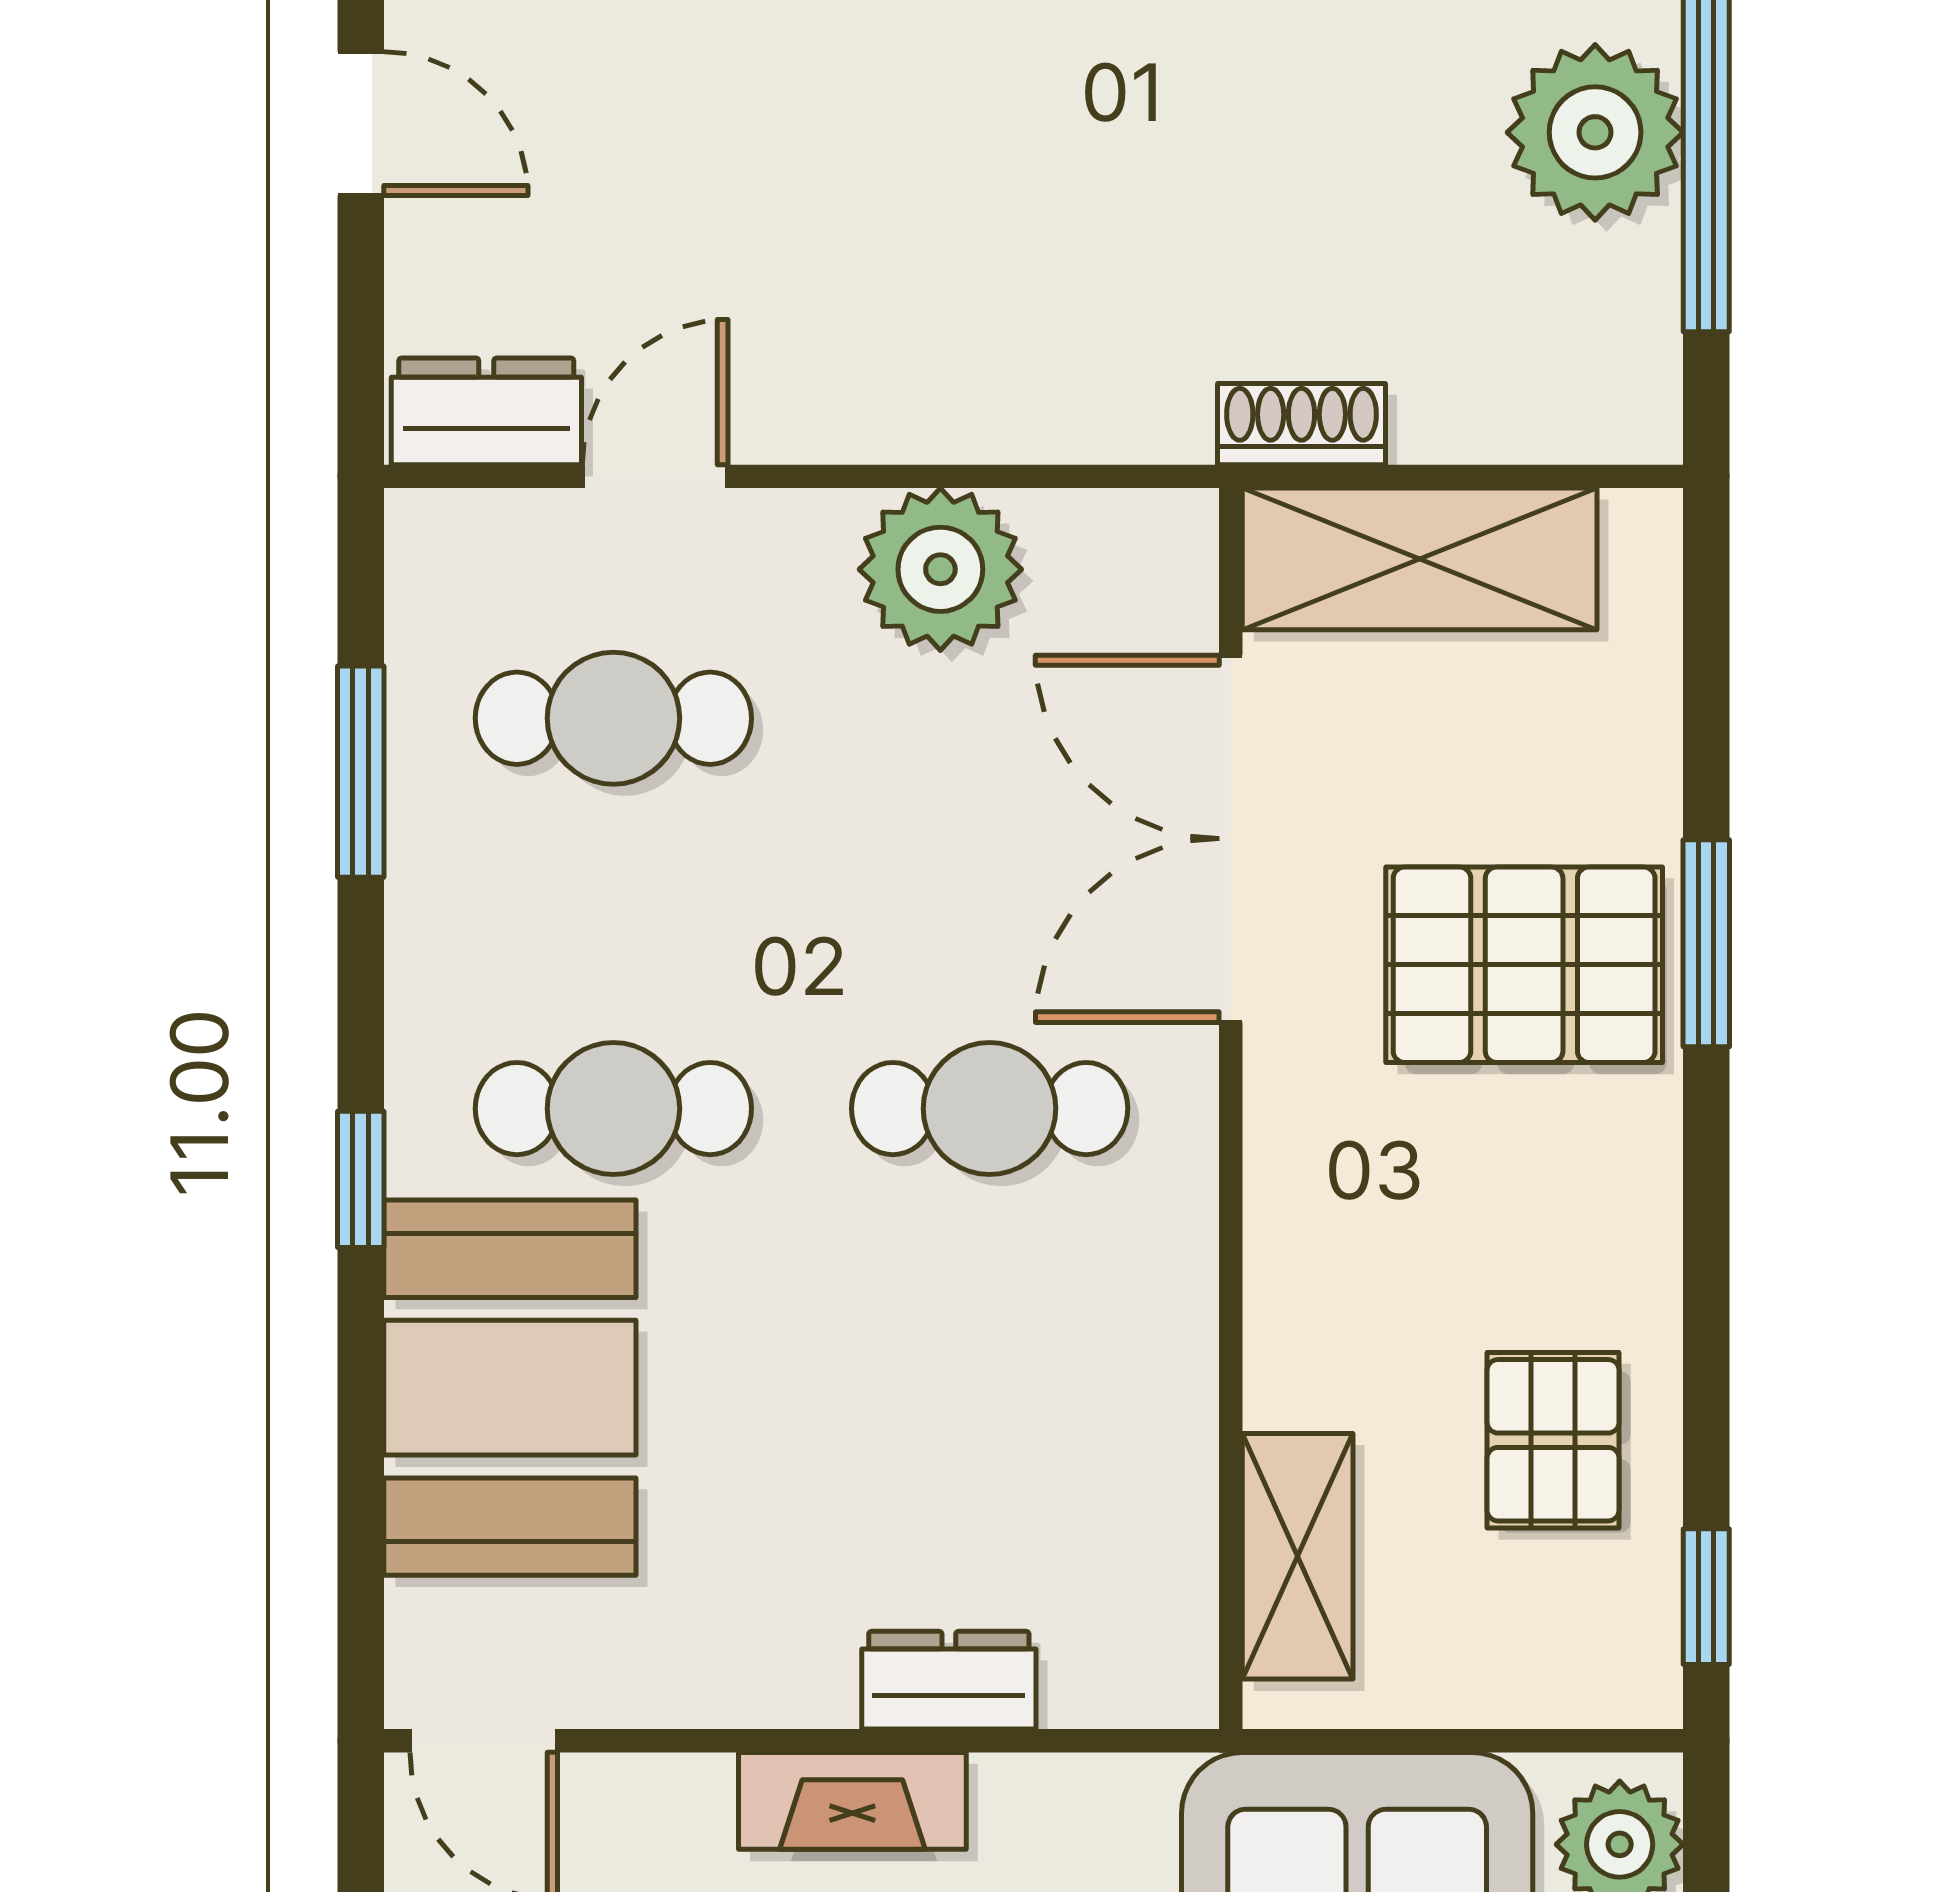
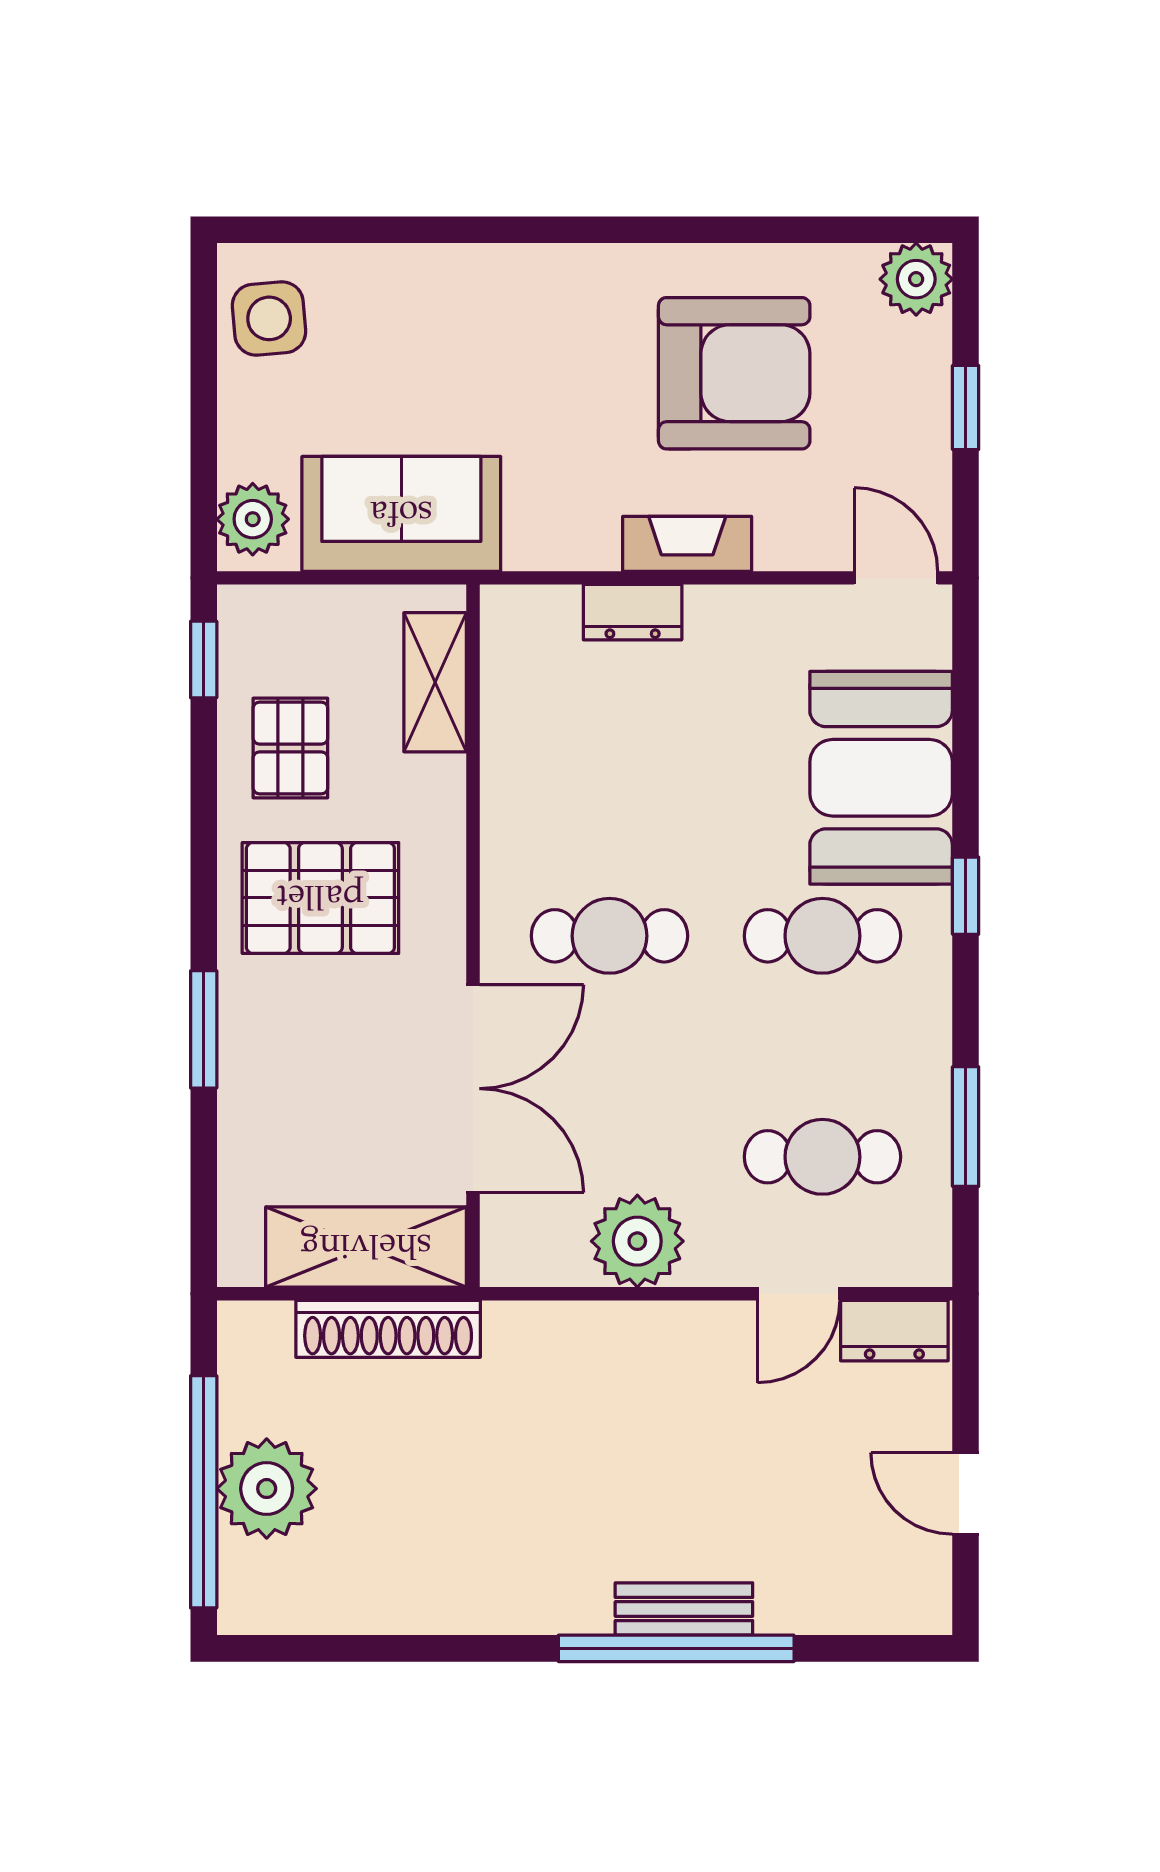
shoe rack: (1301, 424) -> (388, 1329), width x1.94, depth x1.24
pallet: (1524, 965) -> (320, 898), moved

